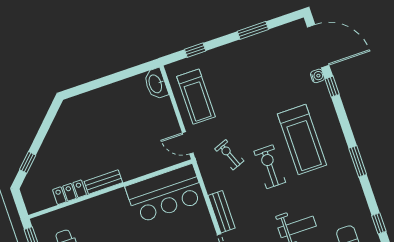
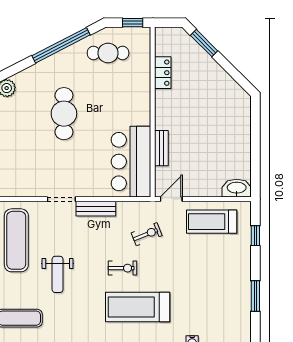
window: (28, 162) -> (204, 43), width x1.50
exercise bike: (270, 167) -> (122, 268), width x0.73, depth x0.72
bench: (103, 182) -> (161, 148), moved

